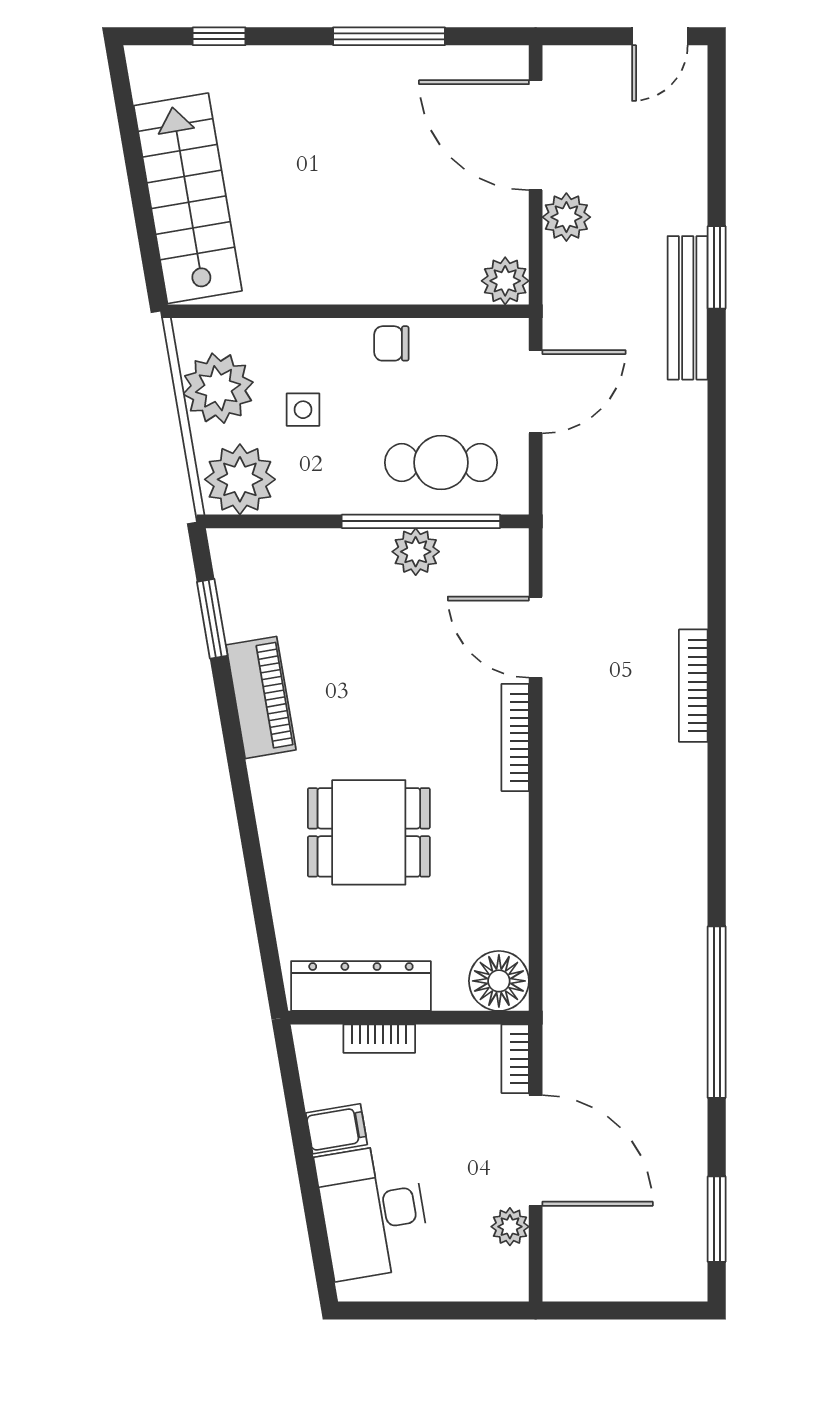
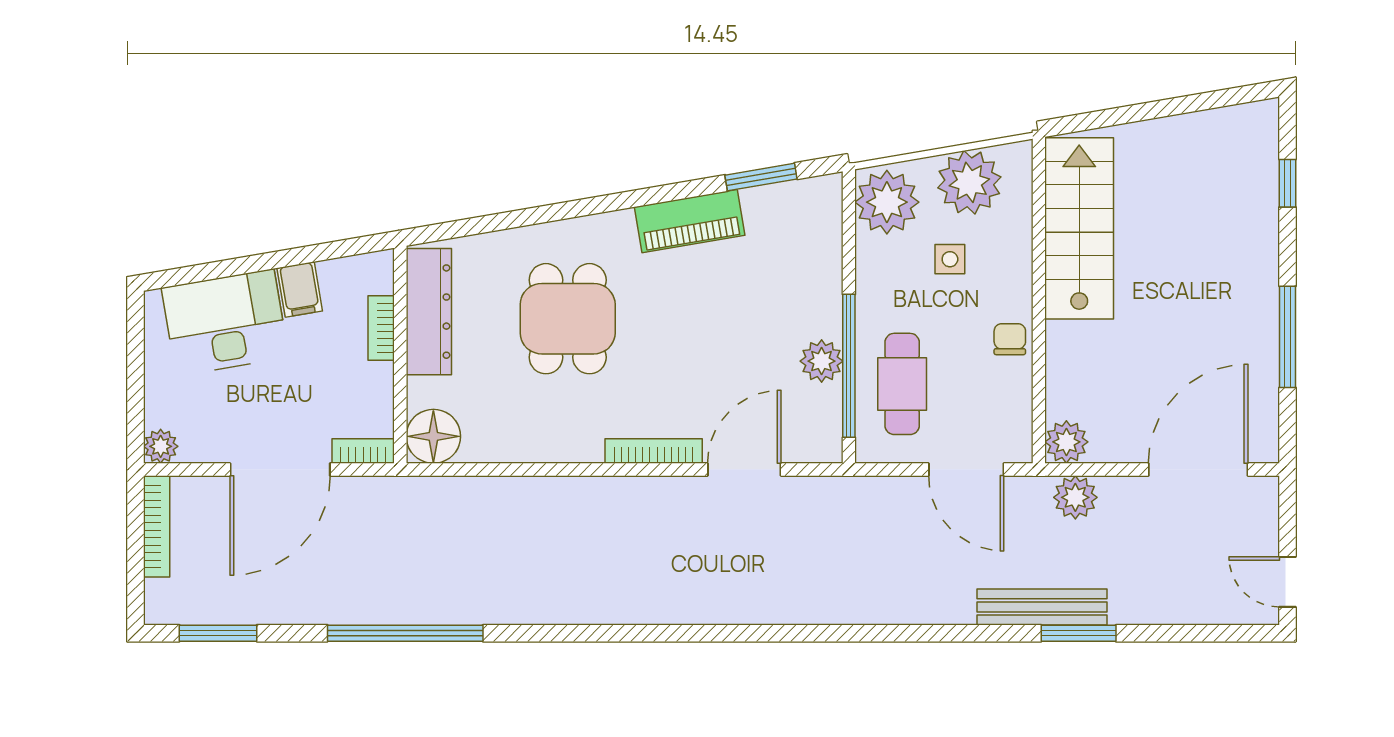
stairs: (188, 198) -> (1079, 228), moved, turned -80
plant: (566, 217) -> (1075, 497), moved
bookcase: (693, 686) -> (157, 526), moved, turned 90
plant: (510, 1227) -> (161, 446), moved

